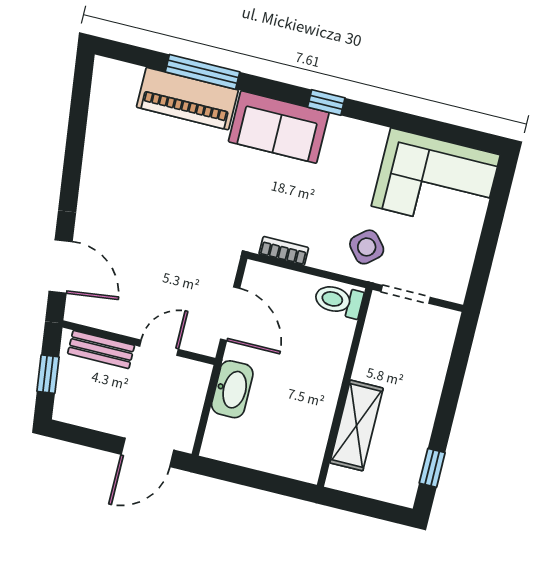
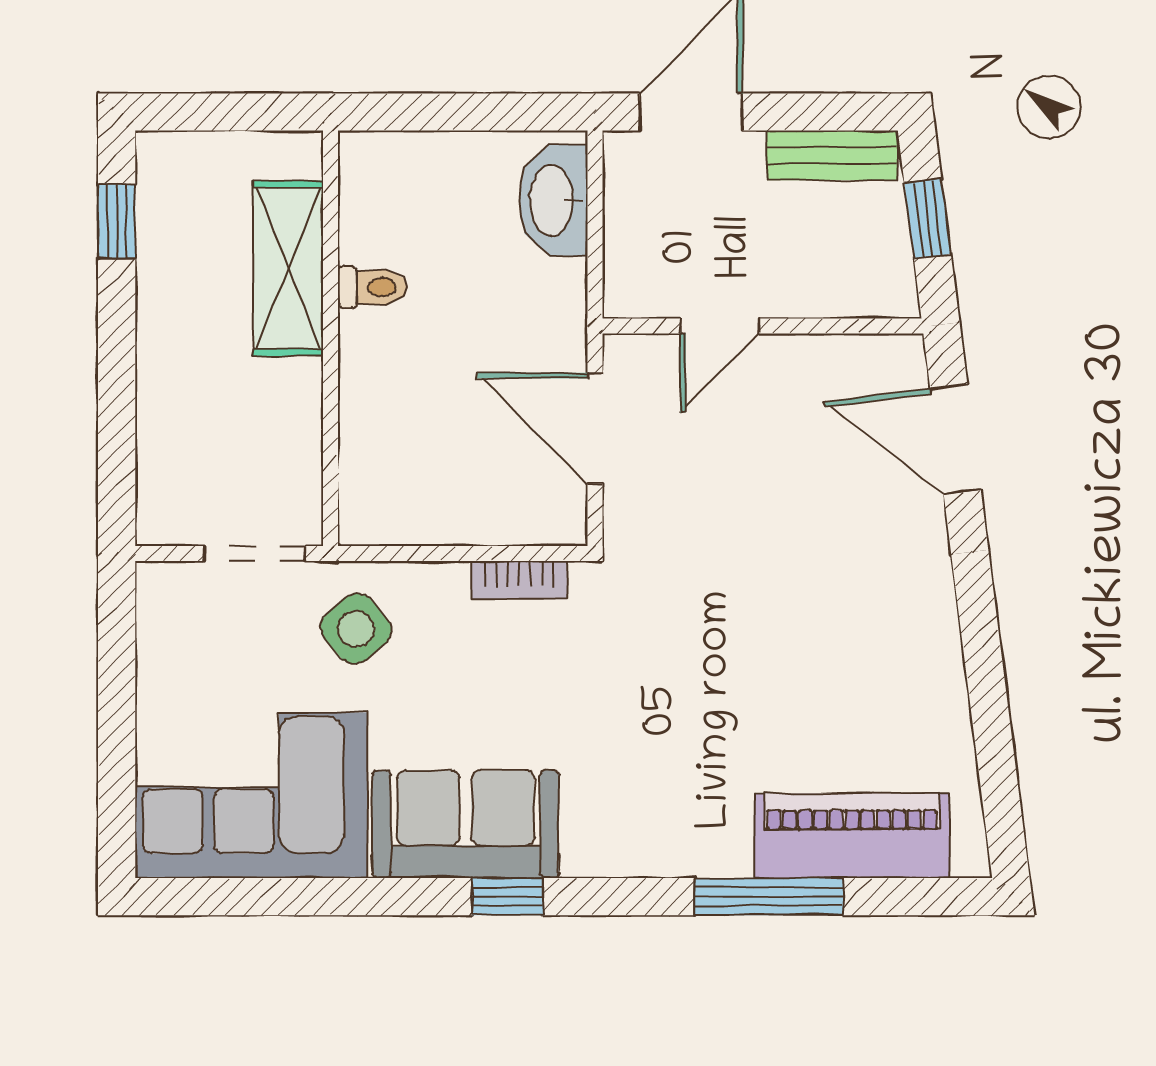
piano: (187, 99) -> (852, 836), moved
sofa: (279, 127) -> (466, 824), moved
toilet: (339, 300) -> (372, 287), moved, width x0.73, depth x0.72
bench: (101, 349) -> (832, 155), moved
washbasin: (232, 389) -> (553, 200), moved

